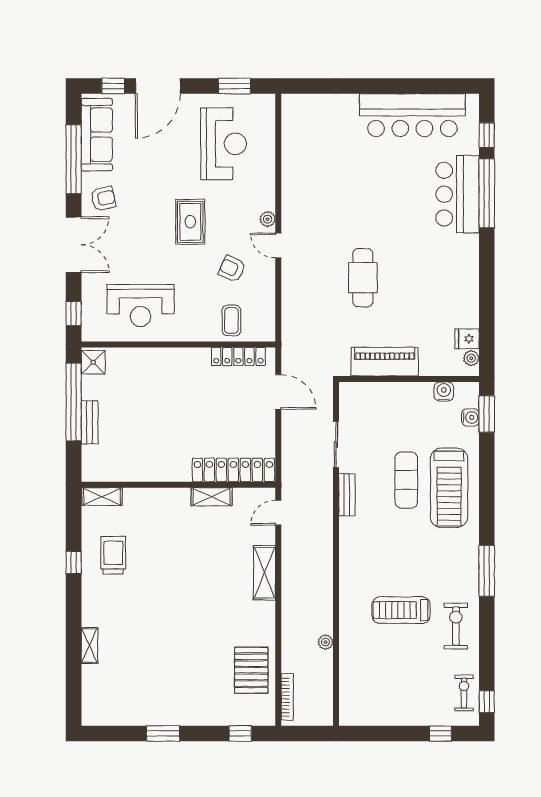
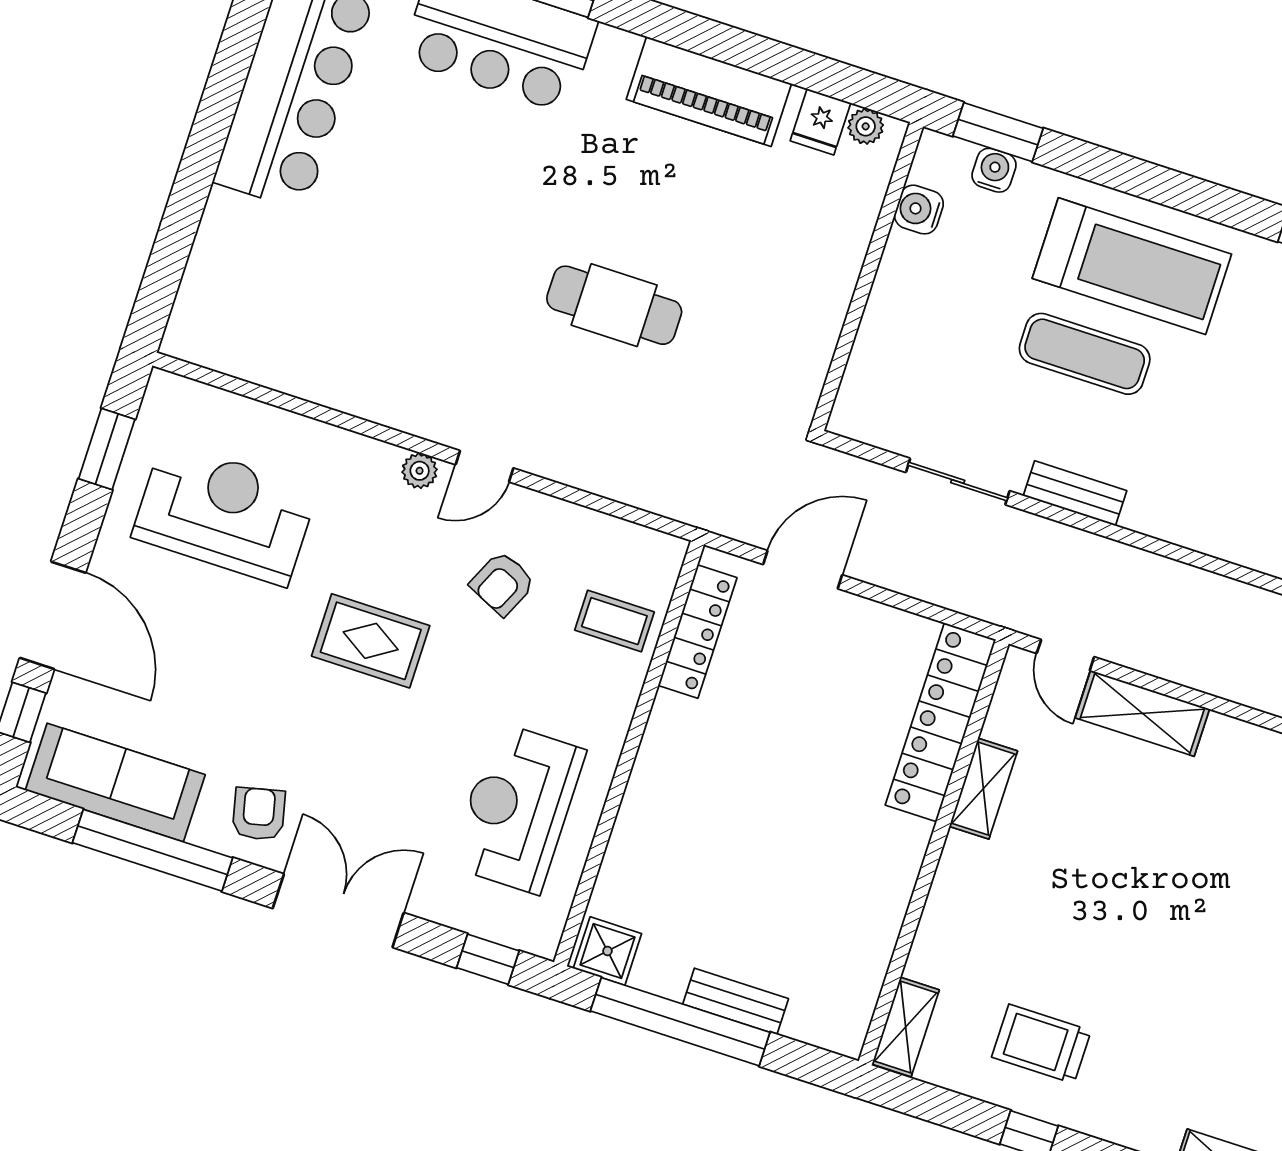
reception desk: (141, 306) -> (518, 808), turned 180
piano: (385, 362) -> (709, 92), moved, turned -90
shelving: (264, 573) -> (1142, 713), moved

